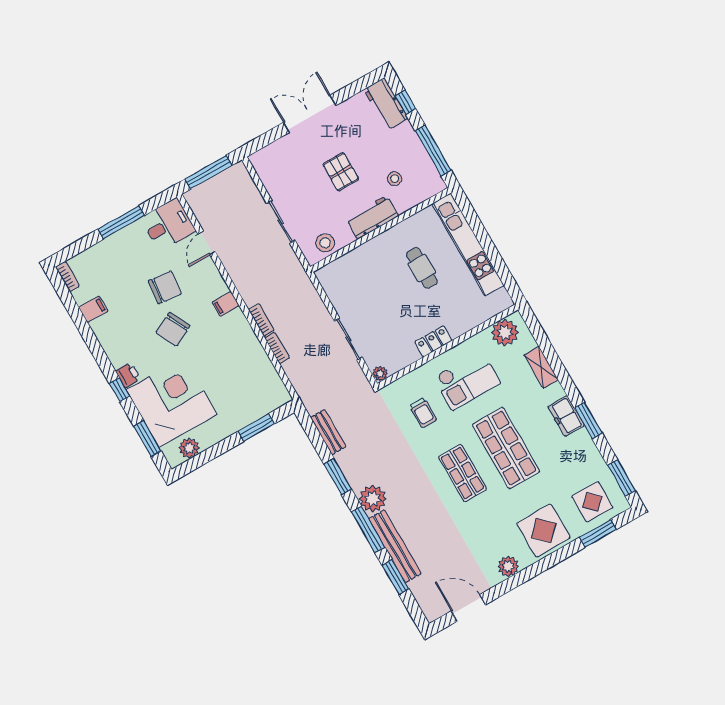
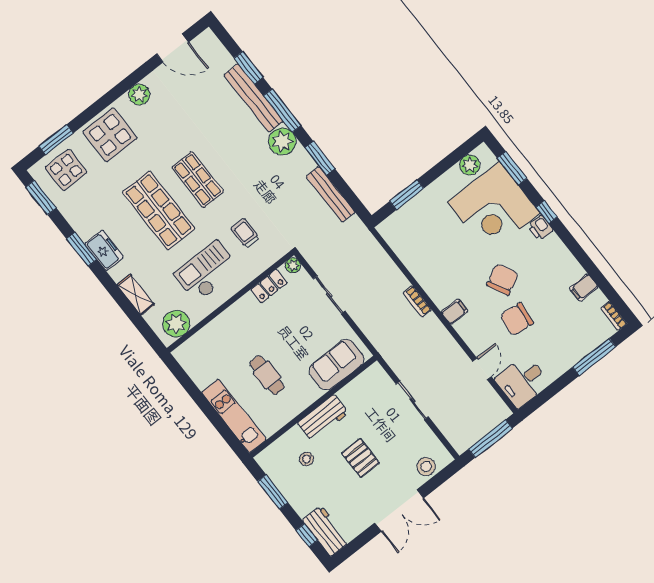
window: (433, 151) -> (273, 492), width x0.69
window: (121, 222) -> (594, 357), moved
stool: (325, 243) -> (426, 467), moved
kitchen unit: (468, 244) -> (234, 416), width x0.73
sofa: (351, 268) -> (337, 365), added
locker: (433, 341) -> (269, 286), moved
bookcase: (277, 348) -> (398, 276), removed
bench: (328, 432) -> (331, 194), width x1.36

